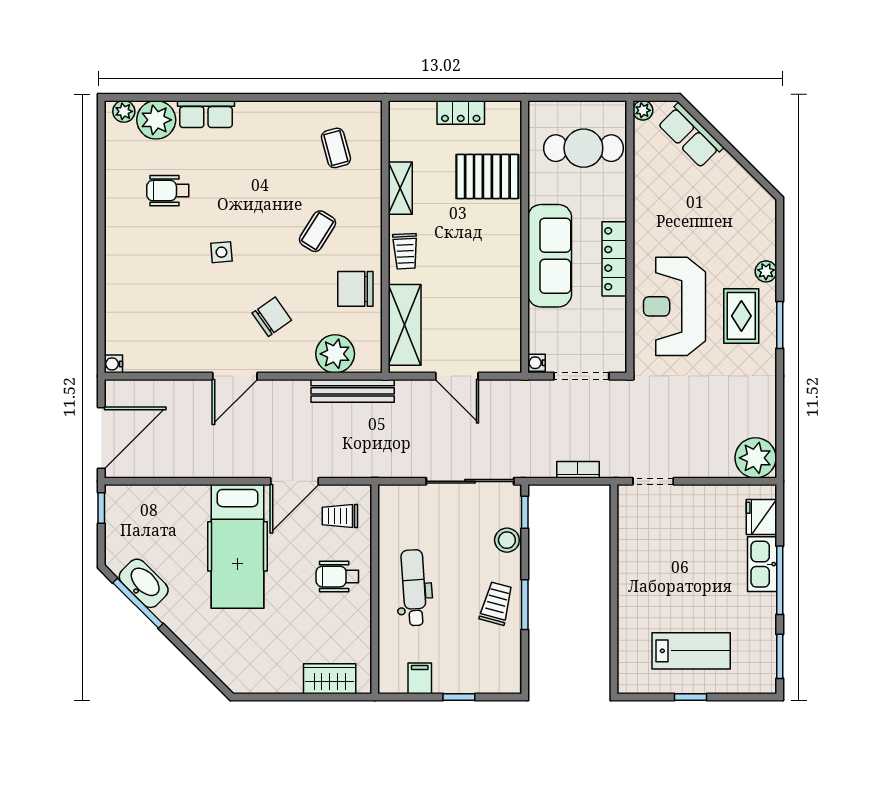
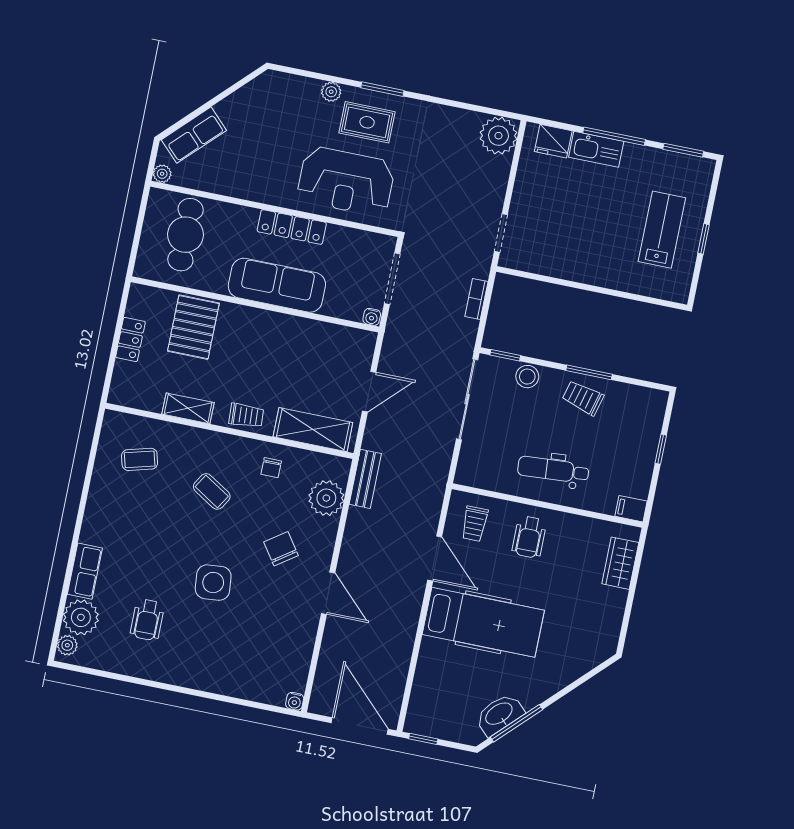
side table: (221, 252) -> (213, 583), width x1.87, depth x1.87
chair: (355, 289) -> (271, 468), width x0.54, depth x0.54
bench: (353, 391) -> (365, 479), width x0.73
filing cabinet: (420, 678) -> (631, 509), moved

